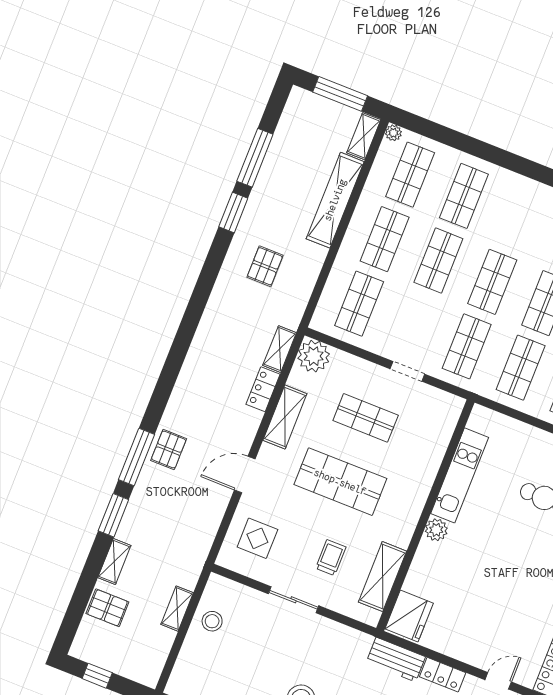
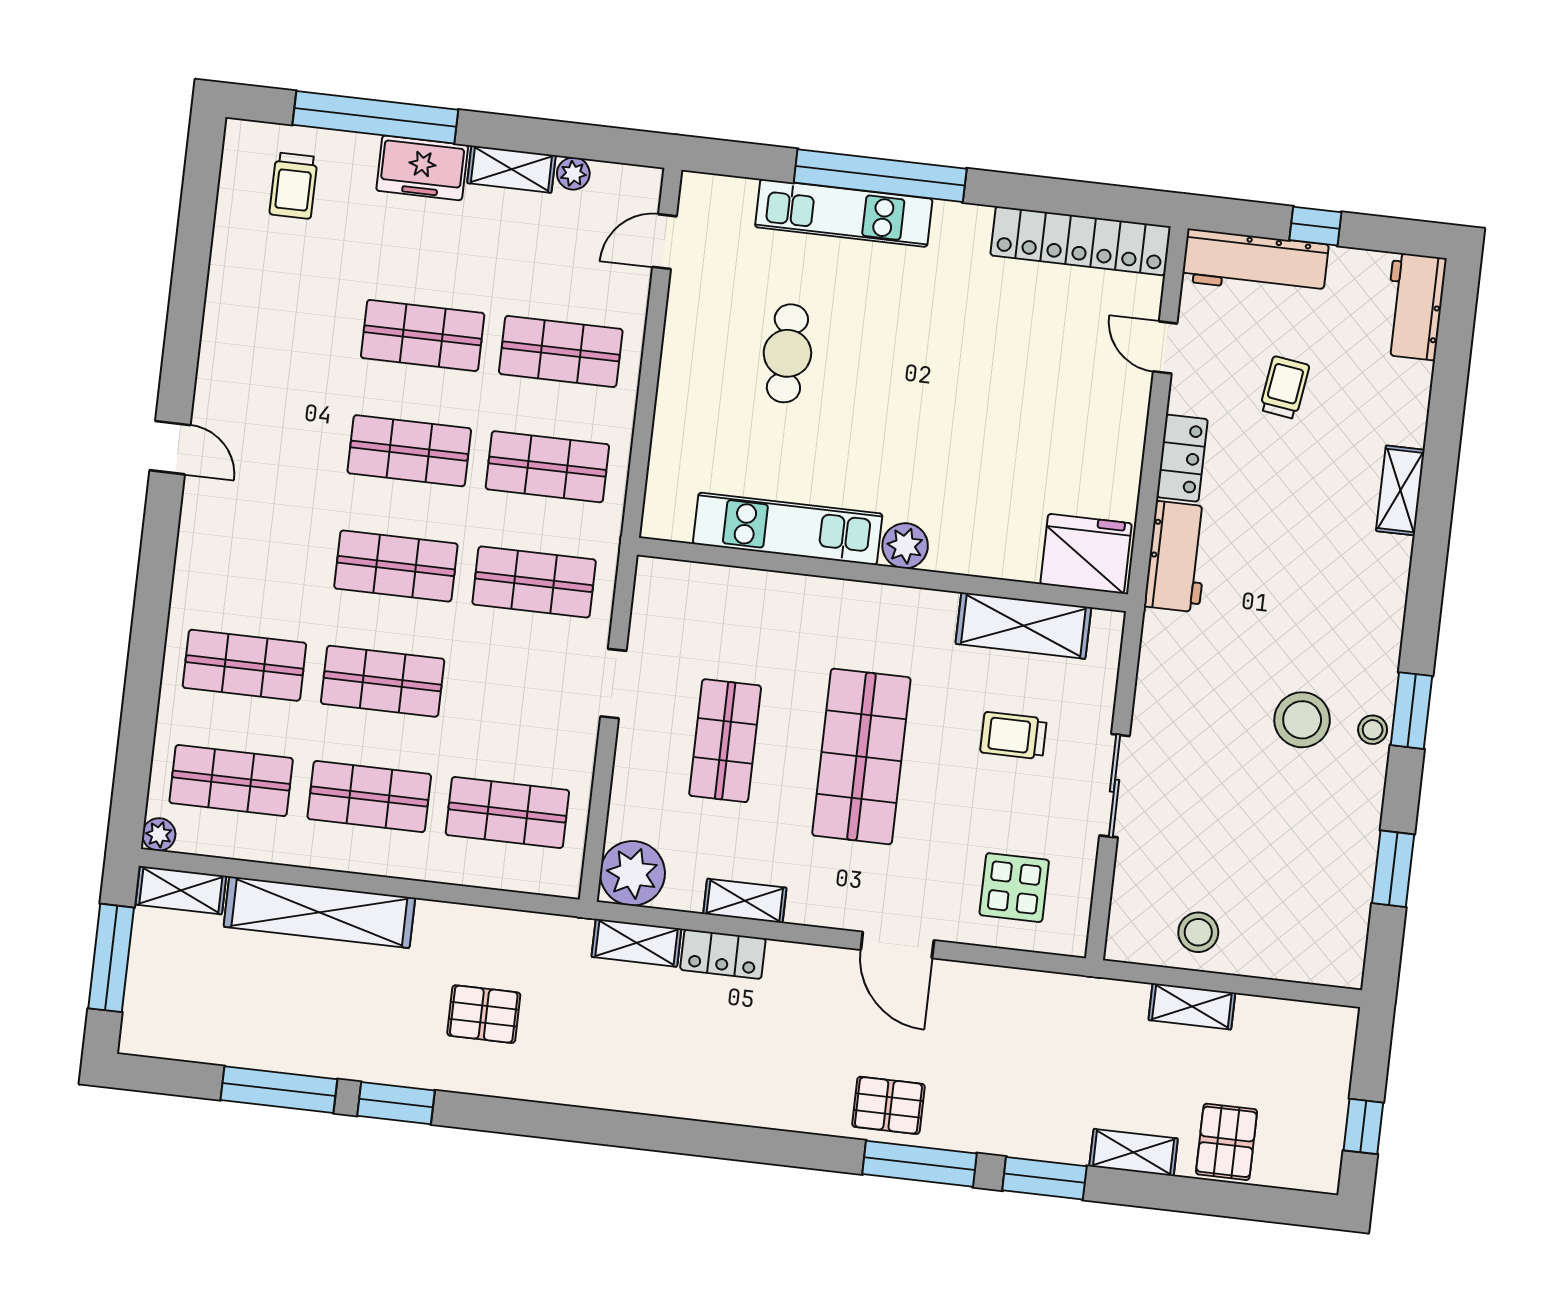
shelving: (285, 417) -> (745, 901), width x0.67, depth x0.75

